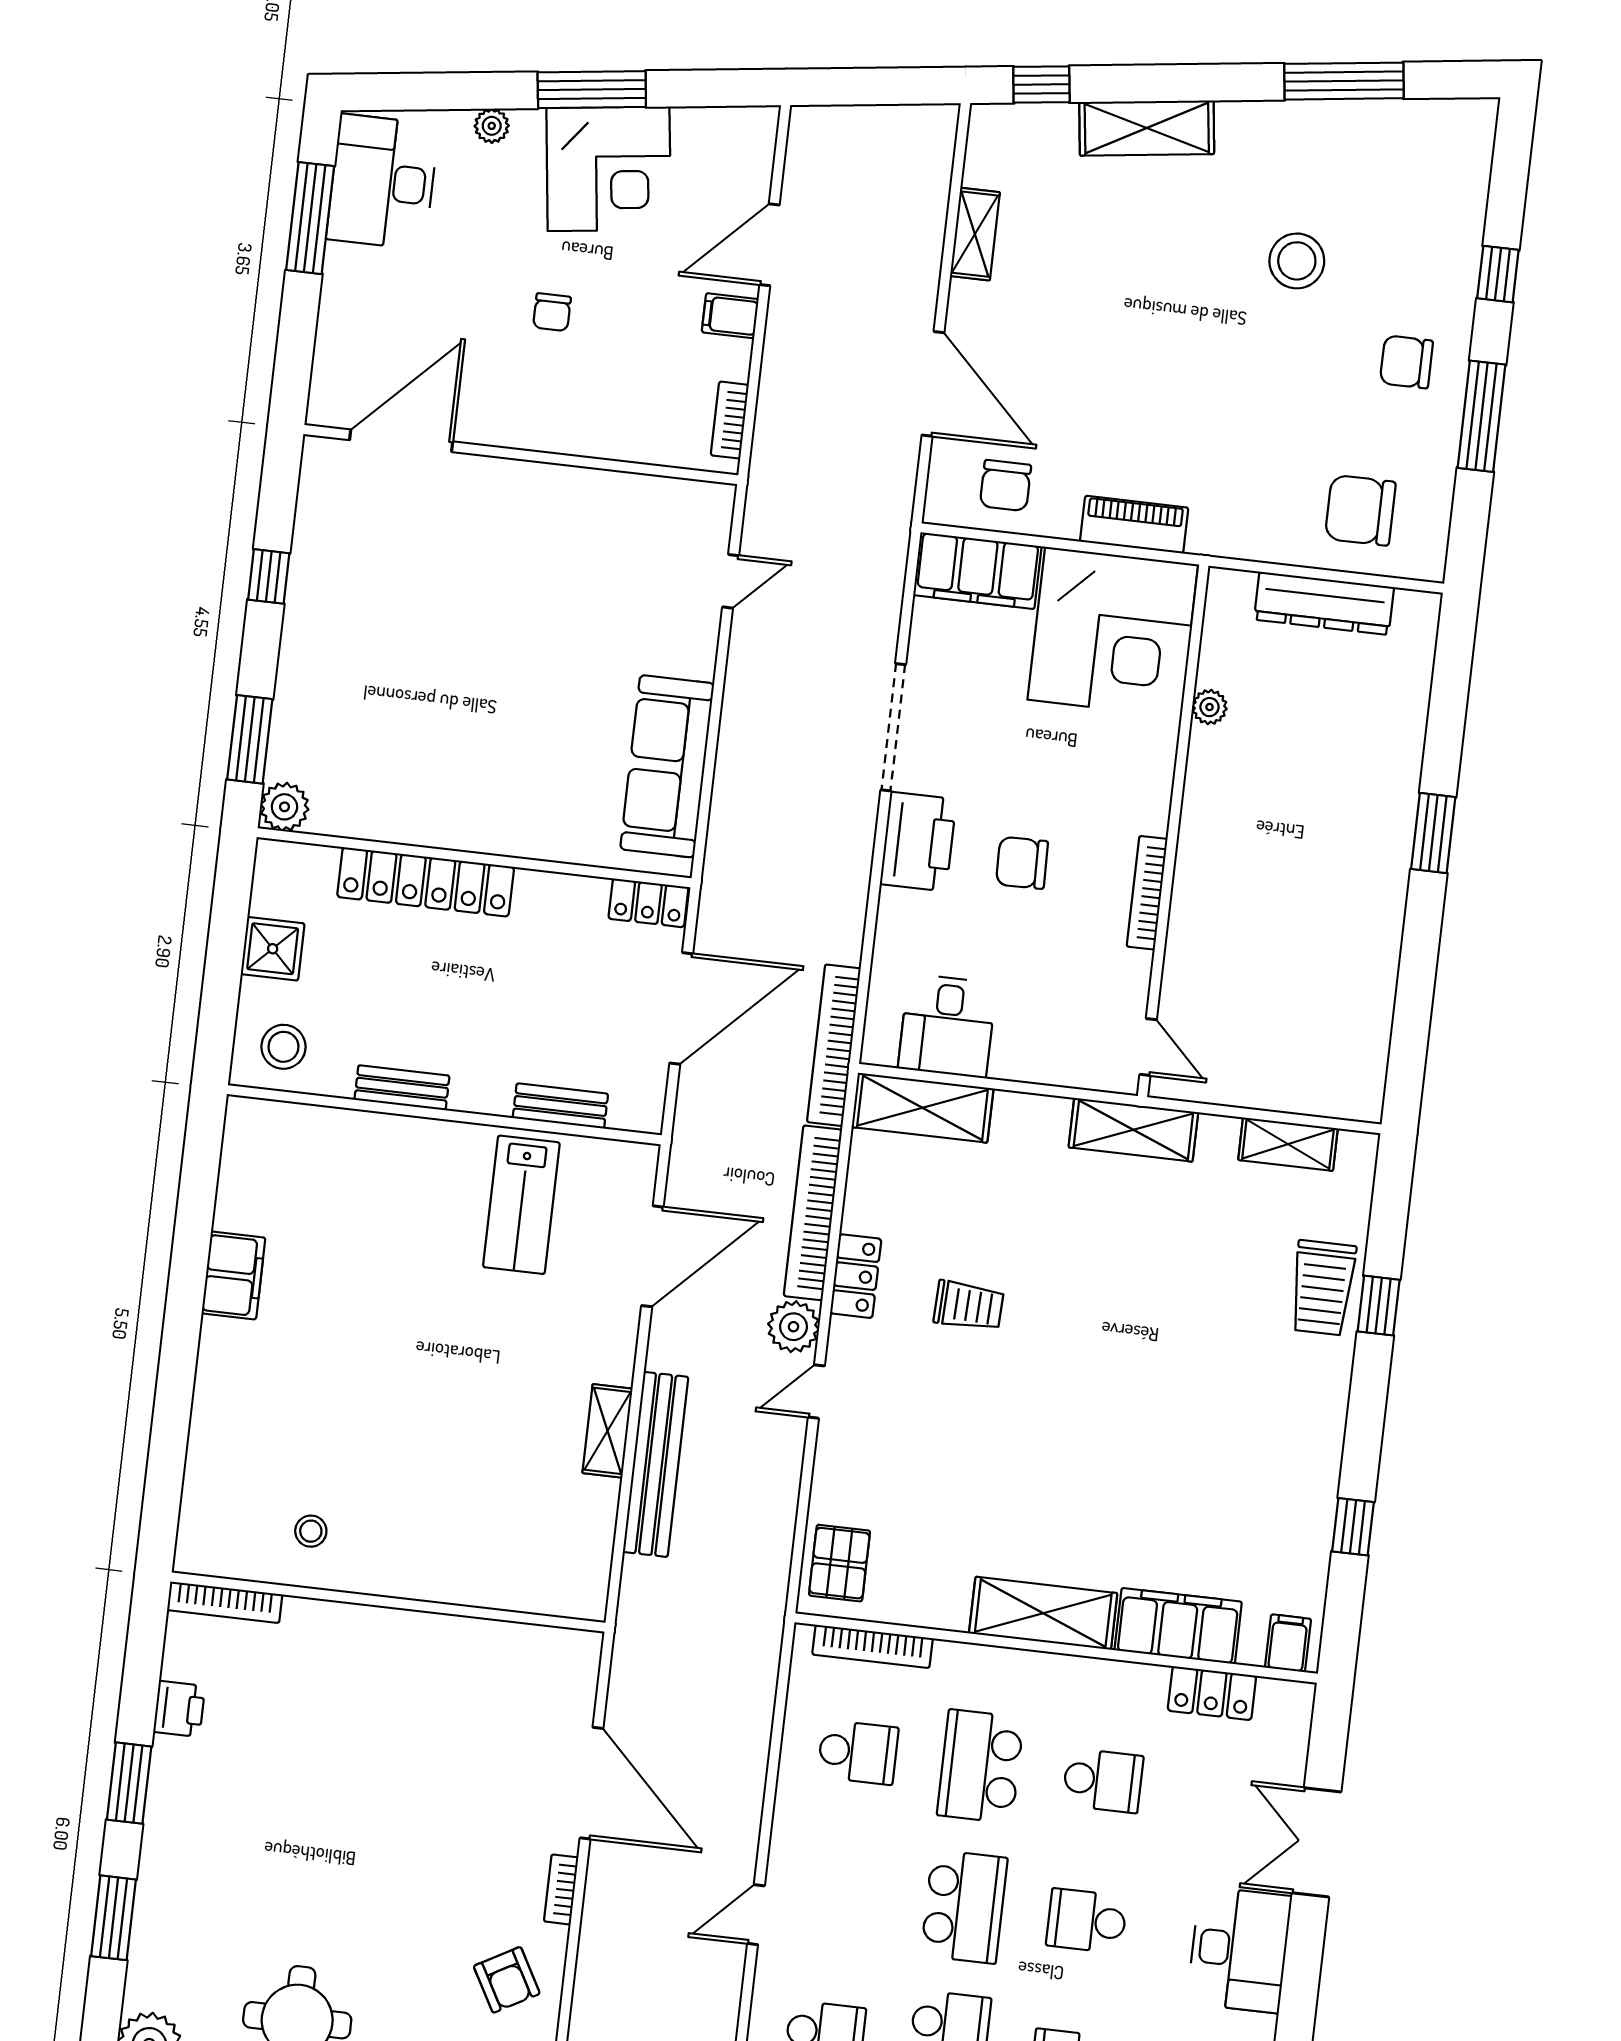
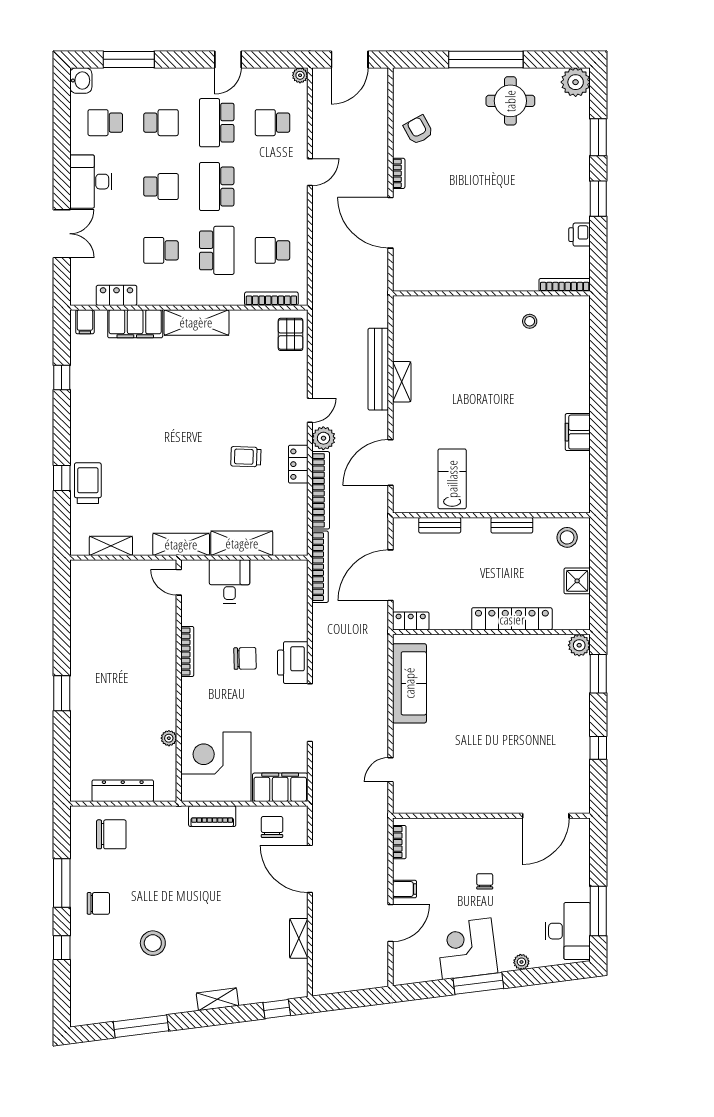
shelving: (1147, 128) -> (217, 999), width x0.67, depth x0.75
desk: (947, 1026) -> (230, 581), moved
shelving: (923, 1108) -> (242, 543), moved

